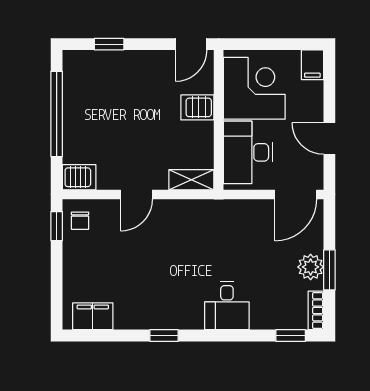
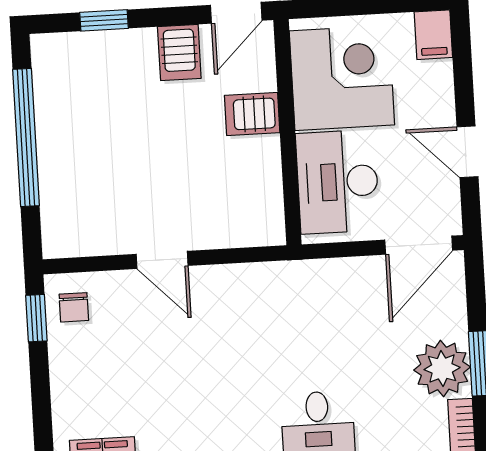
server rack: (79, 177) -> (179, 52), moved, turned 90
shelving: (191, 180) -> (249, 231), removed
door: (136, 195) -> (162, 260), hinge flipped
plant: (311, 267) -> (442, 368), width x1.36, depth x1.36

